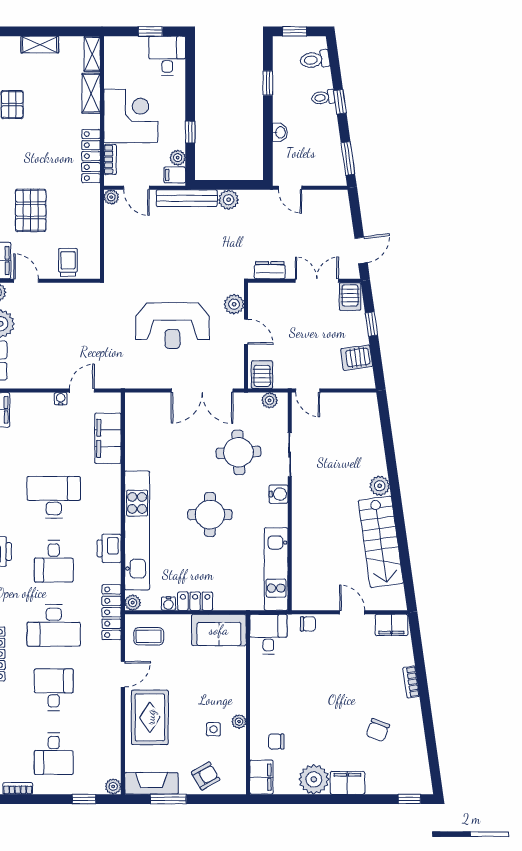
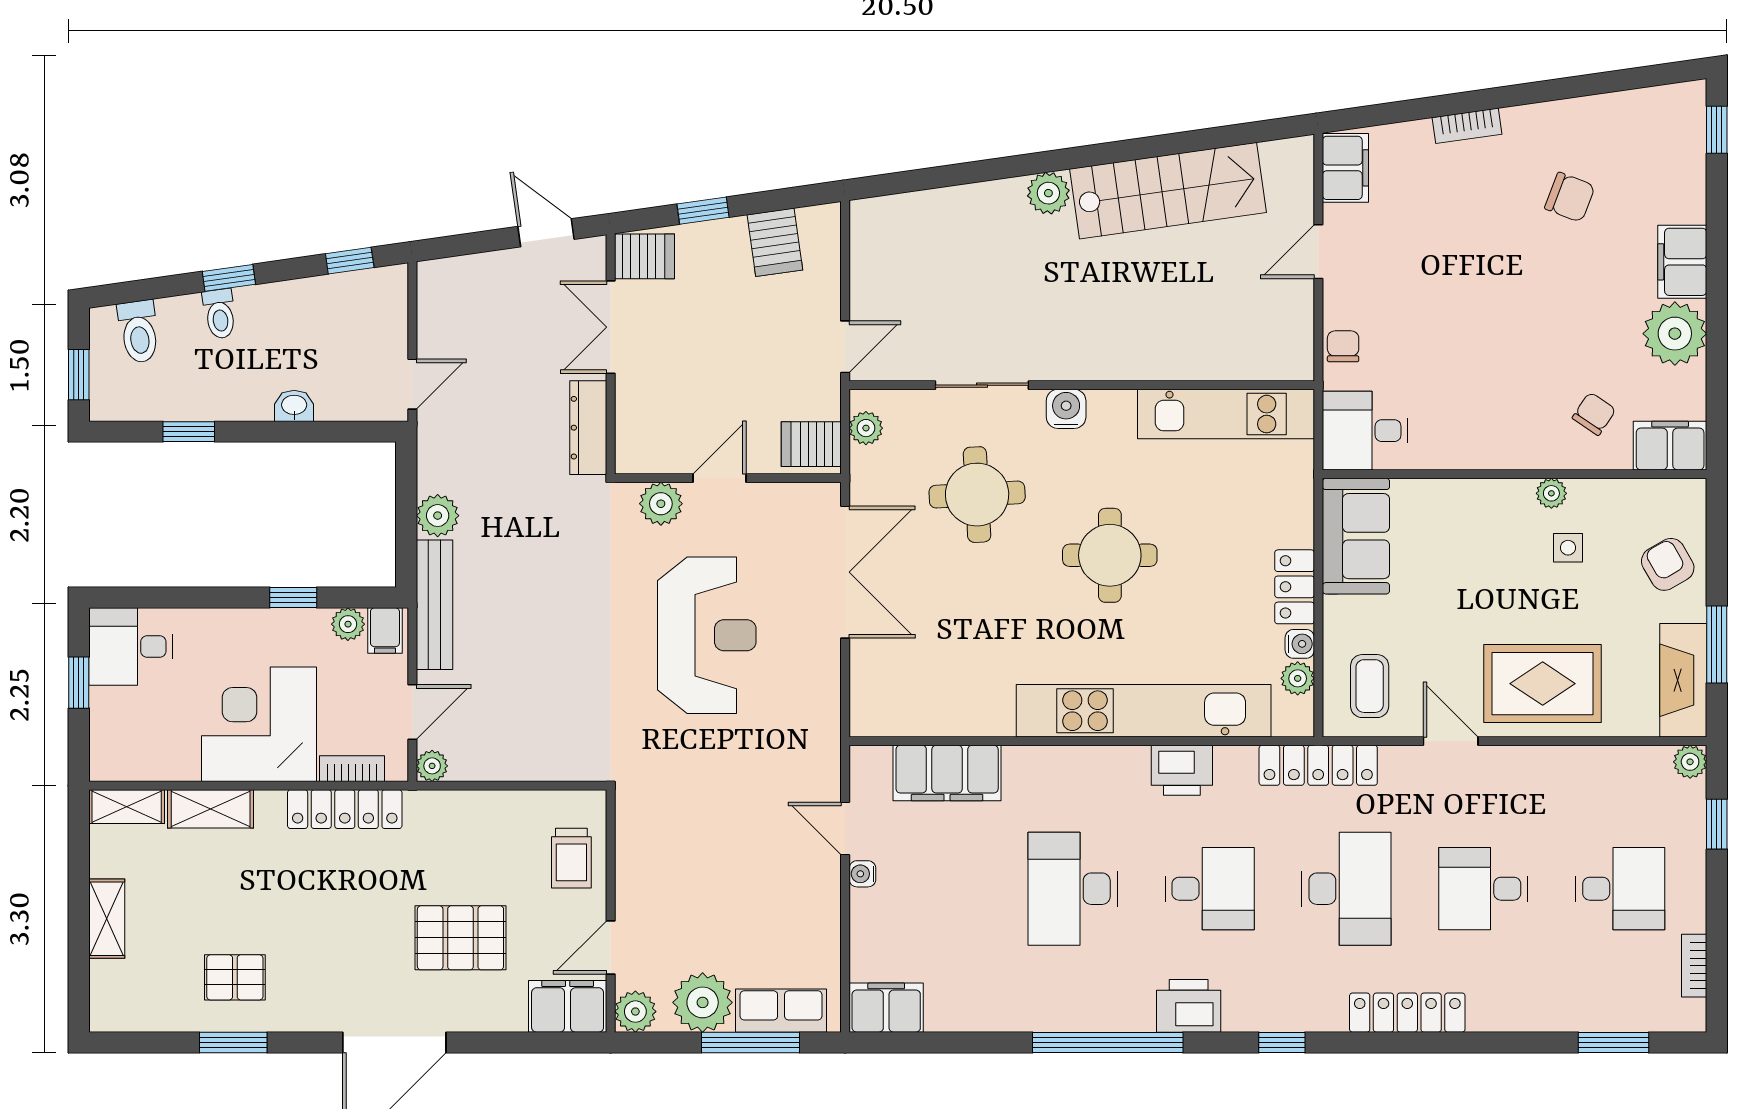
window: (348, 158) -> (350, 261), width x0.67
trolley: (68, 262) -> (571, 858), turned -90
dresser: (270, 270) -> (588, 428), width x1.44
plant: (133, 603) -> (1298, 678), moved
chair: (276, 741) -> (1594, 414), turned -146

